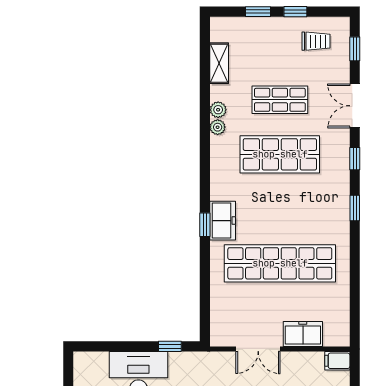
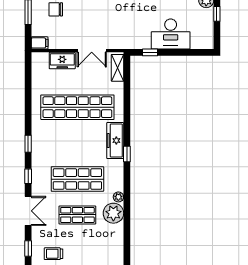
shelving: (219, 63) -> (117, 68), moved
plant: (218, 110) -> (113, 213), width x1.87, depth x1.87
freezer: (223, 221) -> (115, 141), width x1.40
window: (205, 225) -> (127, 154), moved
double door: (258, 349) -> (92, 51), swing flipped

